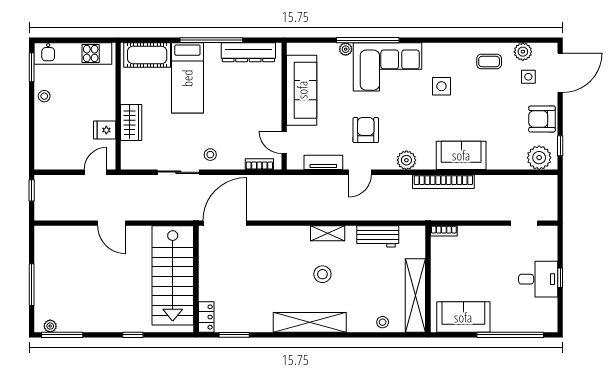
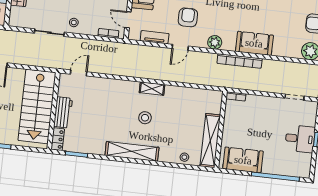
door: (225, 223) -> (79, 73), width x0.53
workbench: (378, 236) -> (63, 112), moved, turned -90

